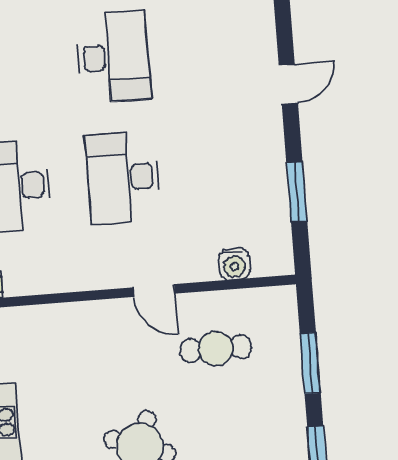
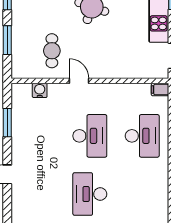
cafe table: (216, 349) -> (52, 51), turned 90

